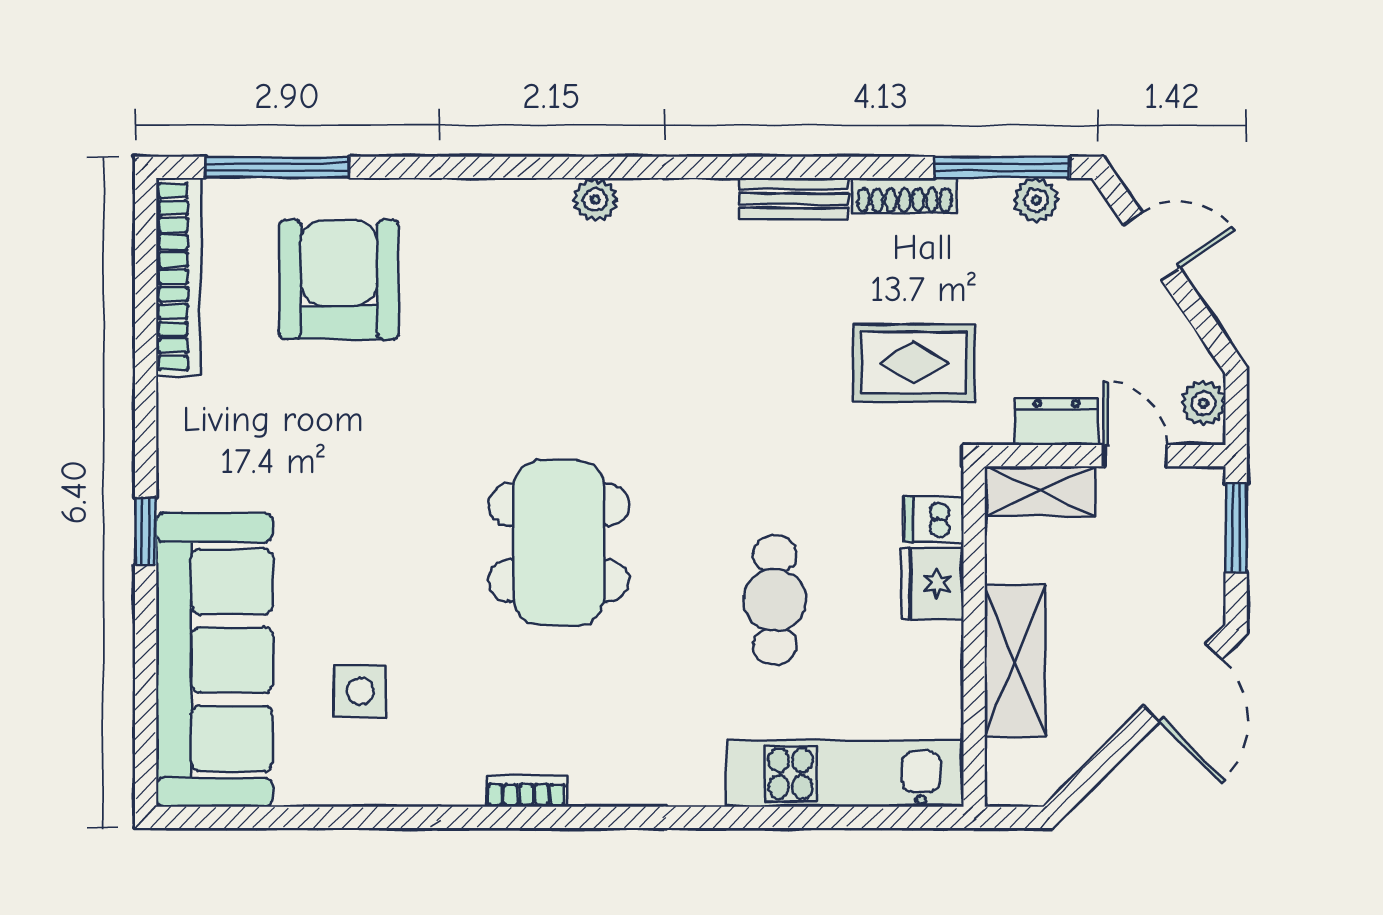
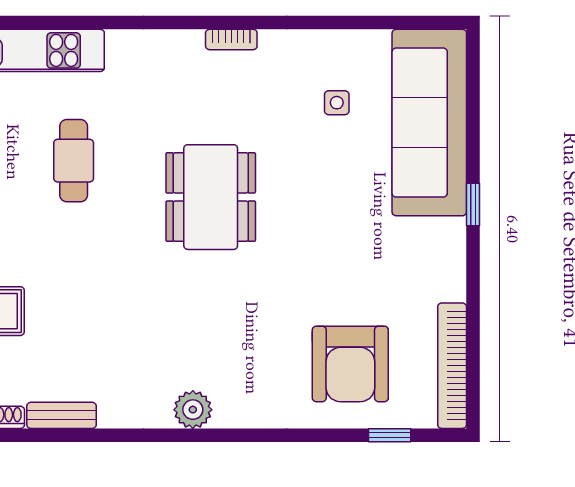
window: (277, 167) -> (390, 435), width x0.46
plant: (595, 199) -> (193, 410), width x1.38, depth x1.38
side table: (360, 691) -> (337, 103), width x0.73, depth x0.73

